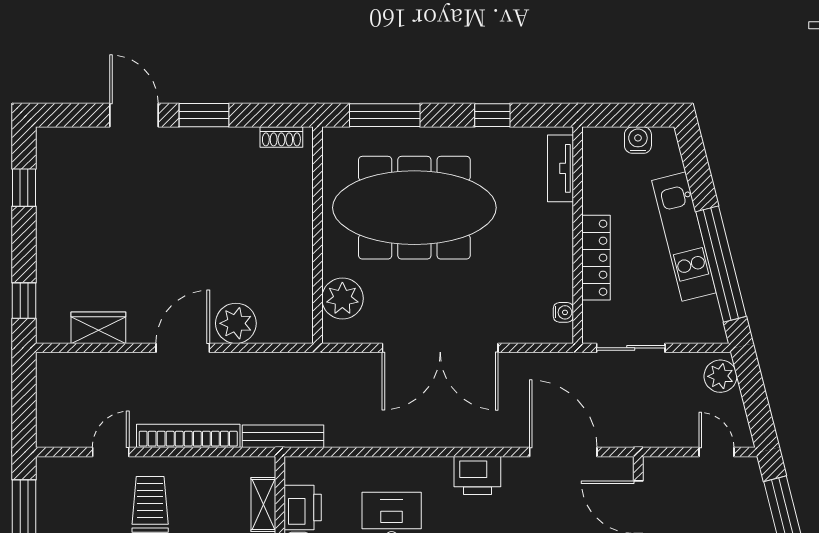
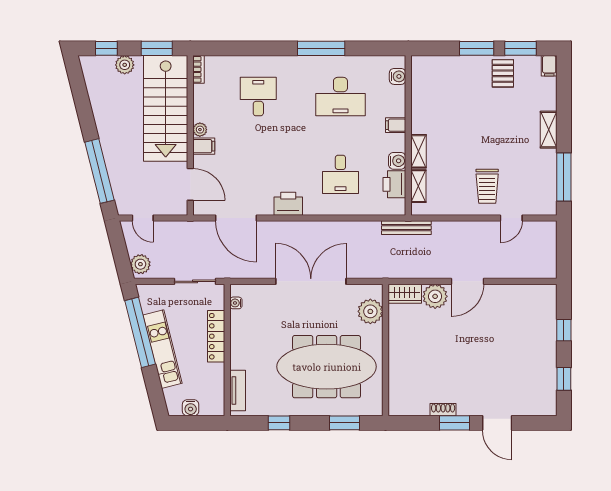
window: (385, 115) -> (345, 423), width x0.69
shoe rack: (281, 137) -> (443, 410), moved
window: (24, 301) -> (564, 330), moved
wardrobe: (98, 328) -> (405, 294), moved
bookcase: (188, 436) -> (464, 228), removed

